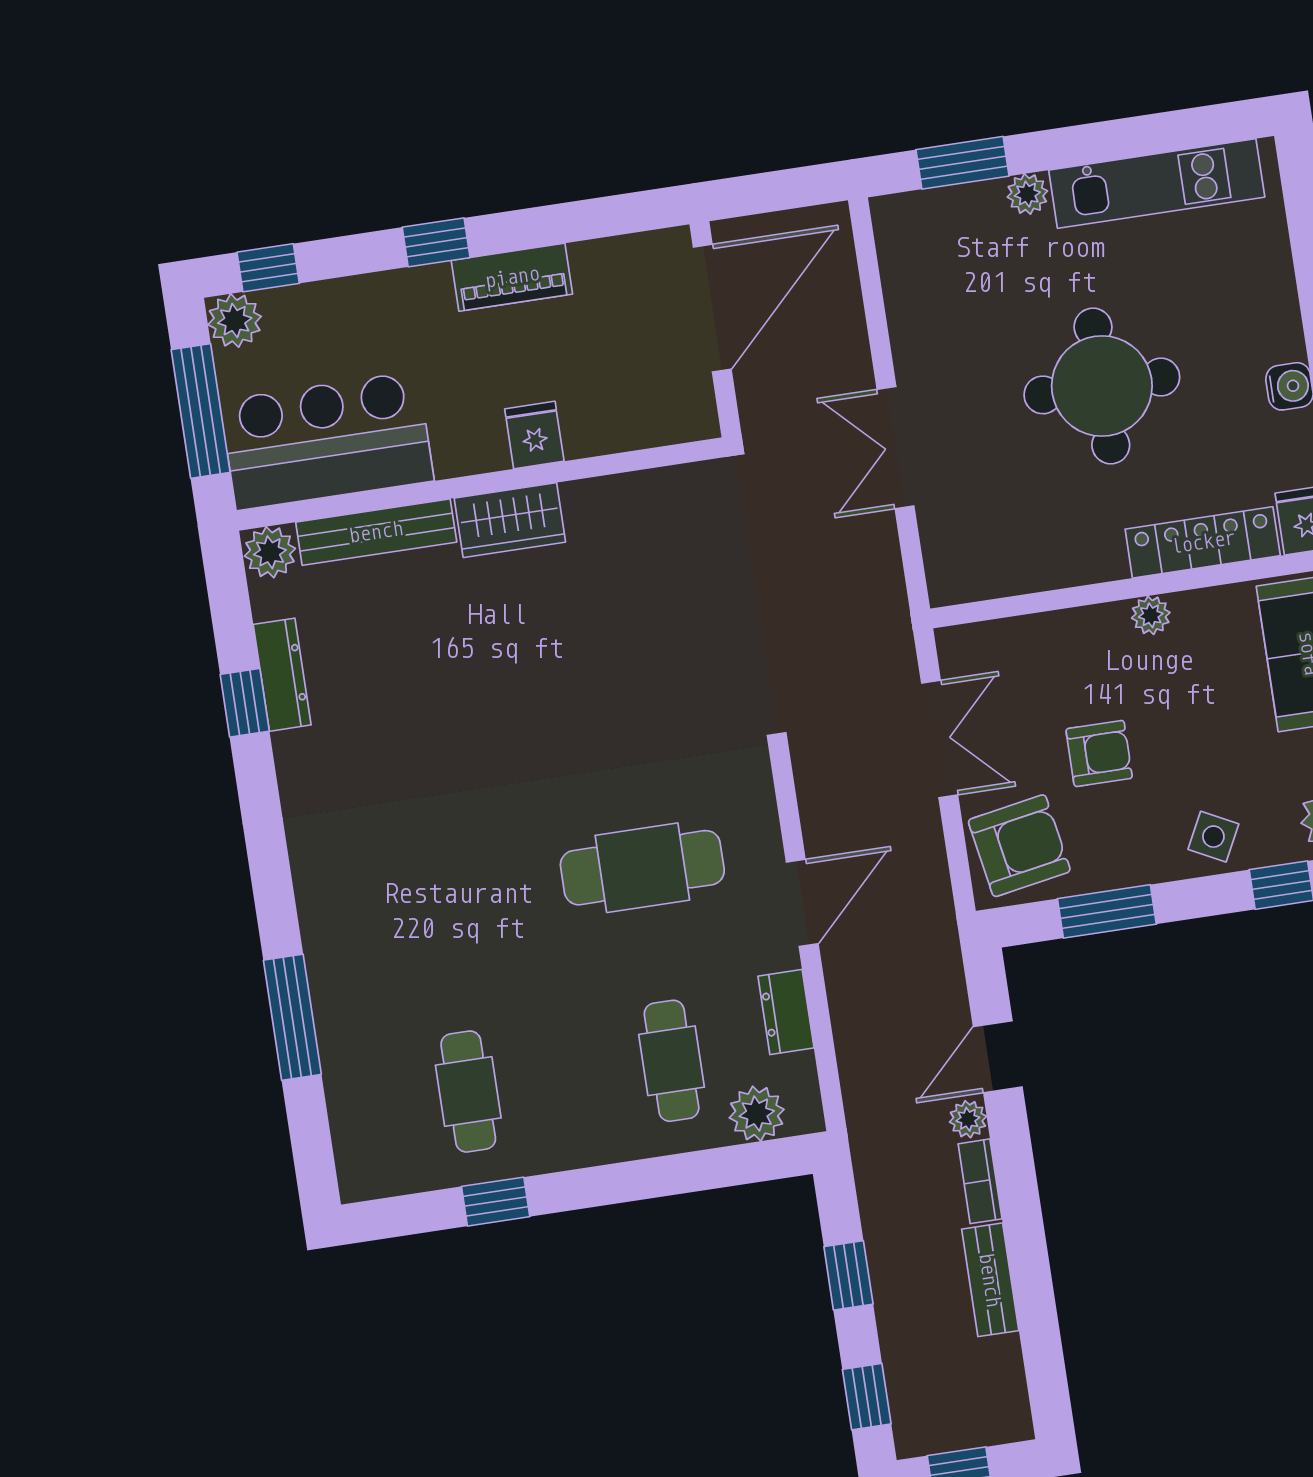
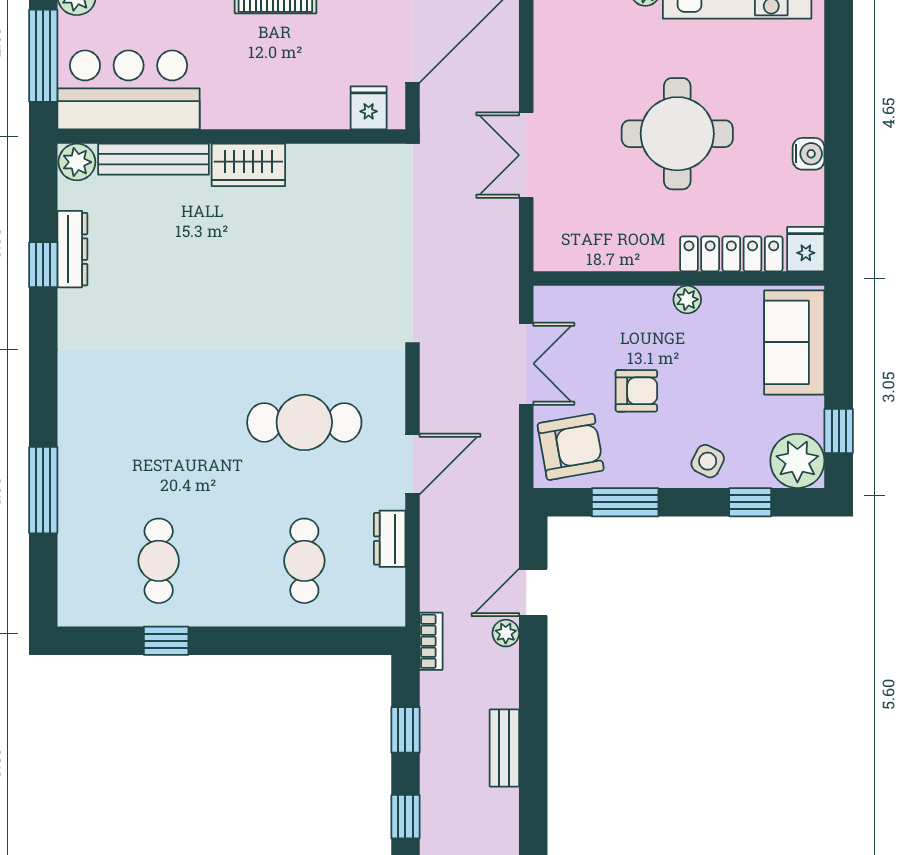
fridge: (534, 435) -> (369, 108), moved
plant: (757, 1114) -> (358, 607), removed
bookcase: (980, 1181) -> (431, 641), moved, turned 180

